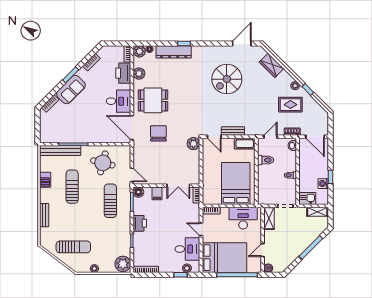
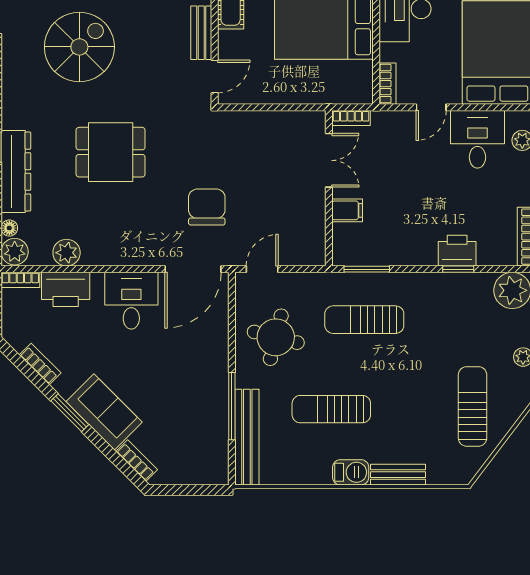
spiral stairs: (227, 79) -> (79, 47), turned -90
dining table: (153, 100) -> (111, 152), moved, turned 90
chair: (158, 133) -> (207, 207), turned 90
plant: (193, 144) -> (231, 125), removed
door: (132, 175) -> (262, 269), moved
barbecue: (45, 180) -> (351, 472), moved
floor lamp: (138, 192) -> (344, 254), removed
printer: (140, 223) -> (457, 251), moved

